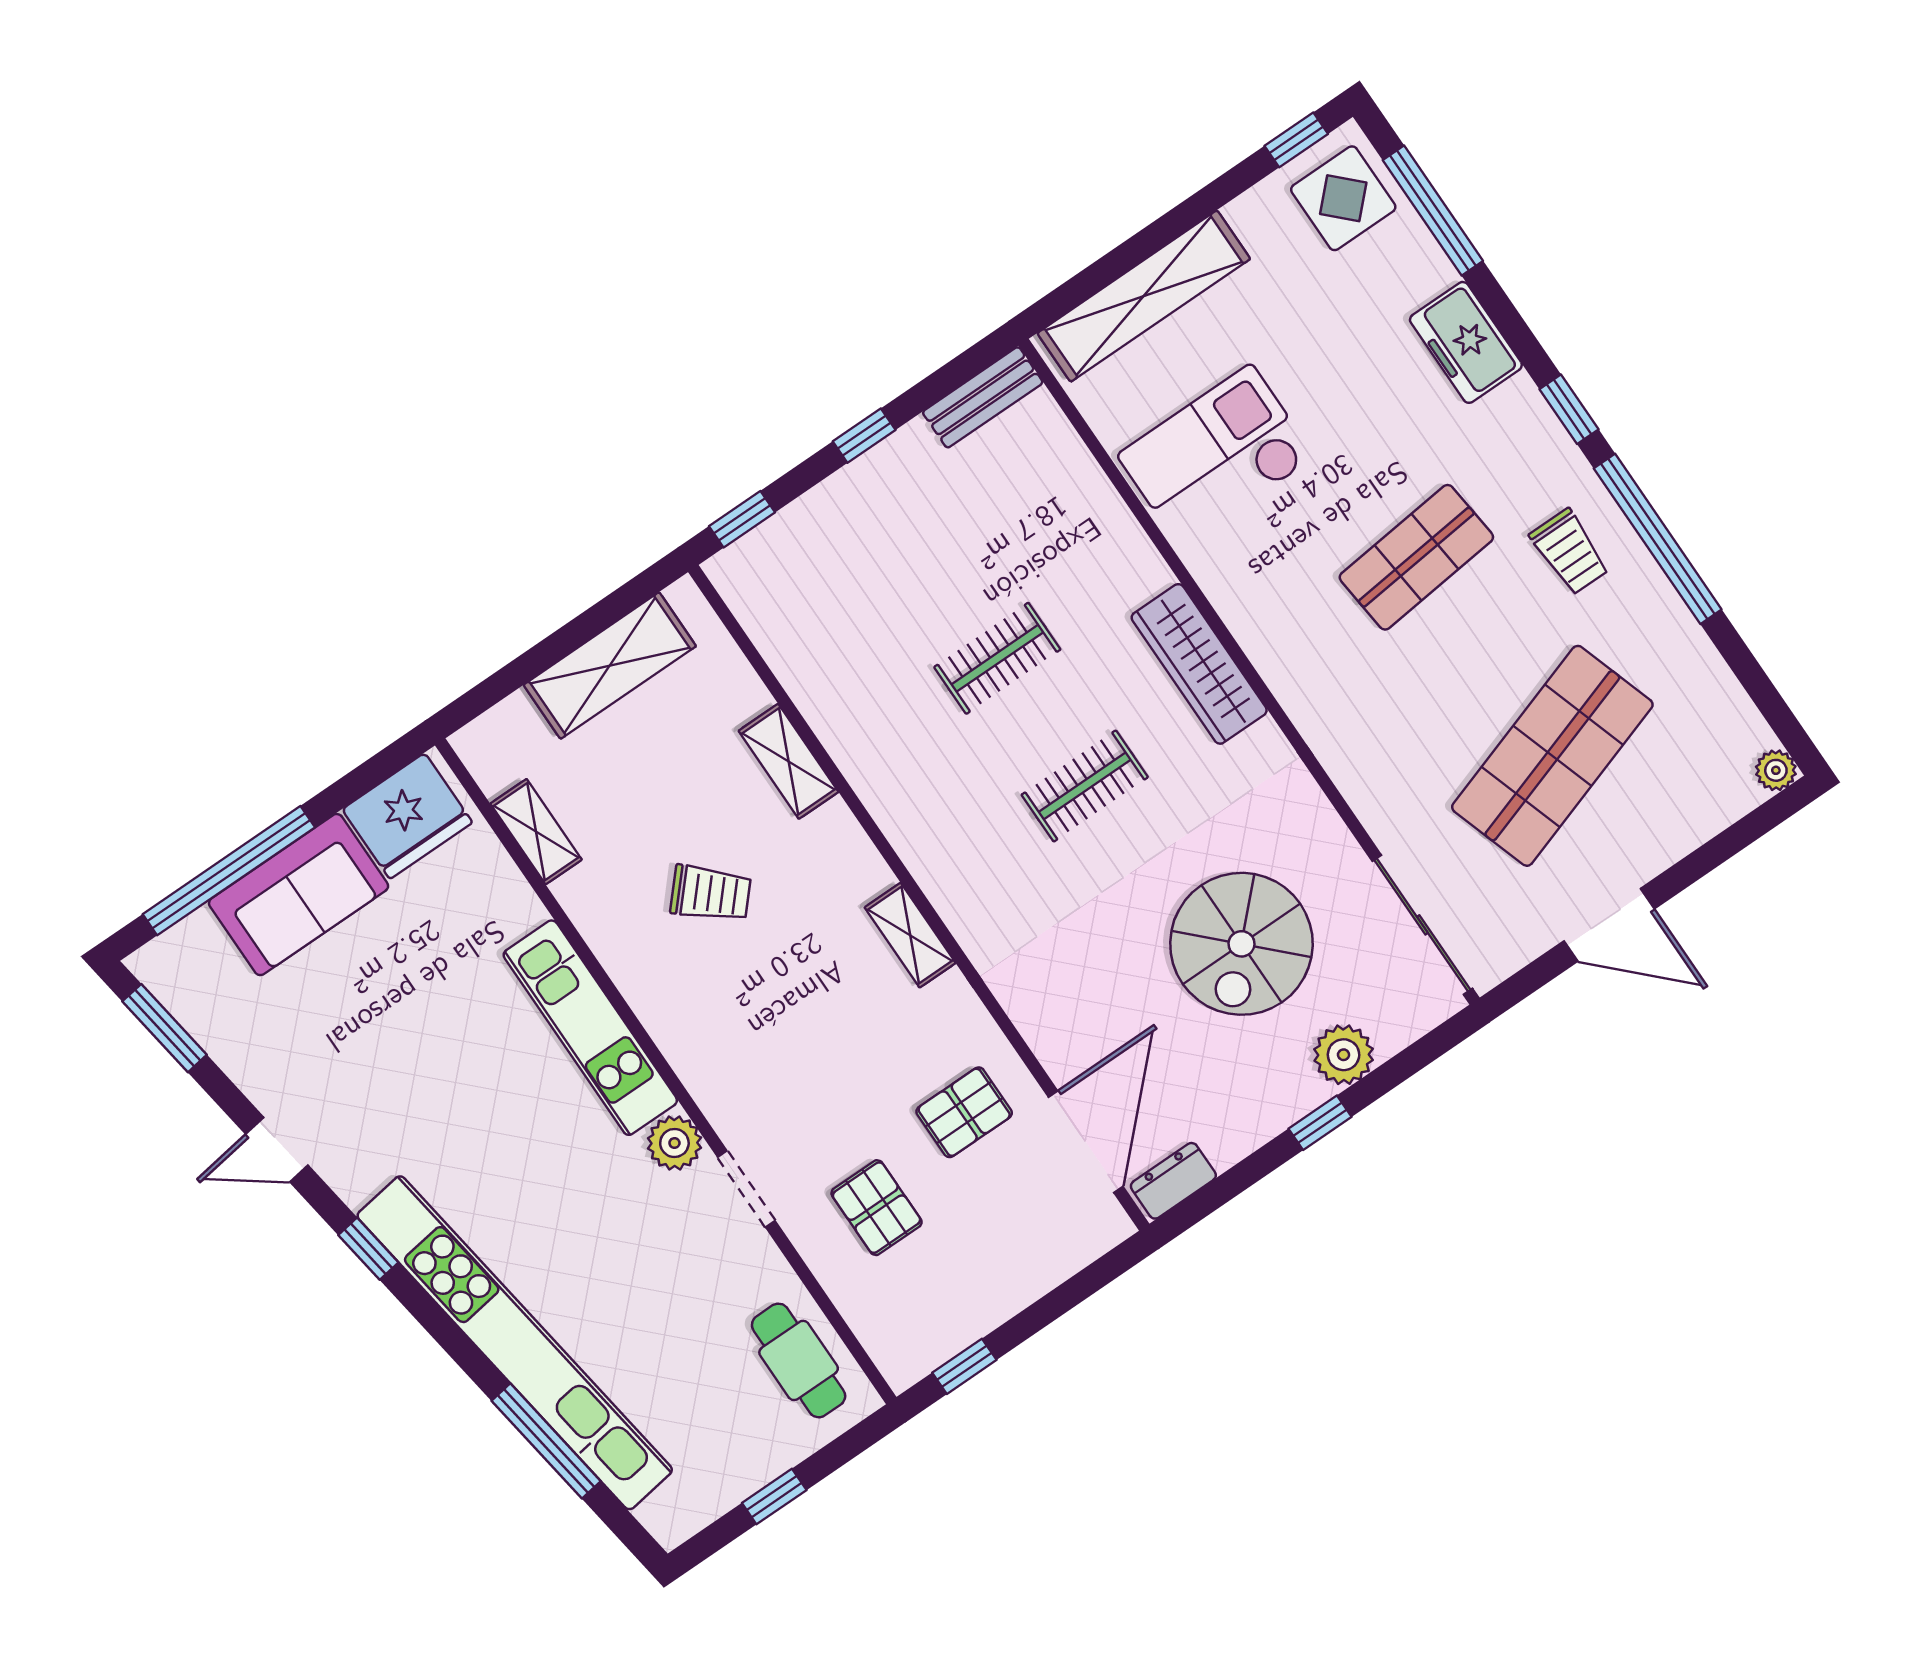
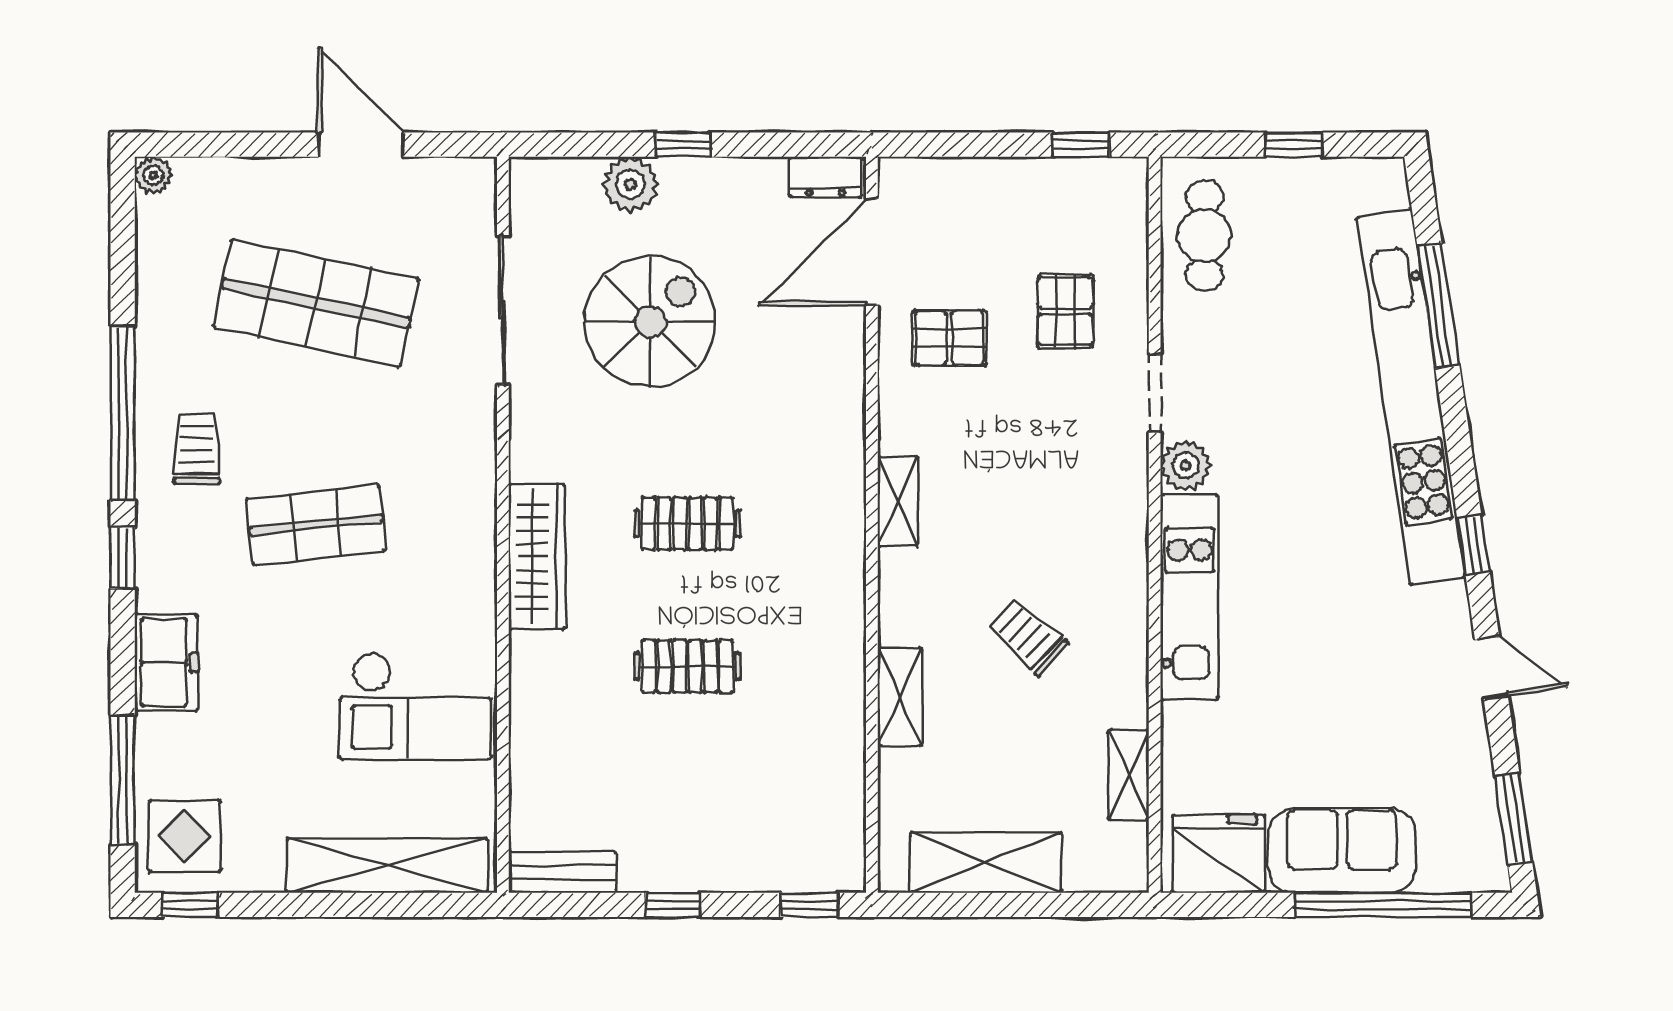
shop shelf: (1552, 756) -> (316, 303), turned 30
sliding door: (1422, 925) -> (503, 310), moved

